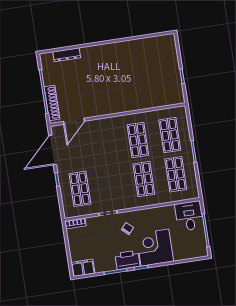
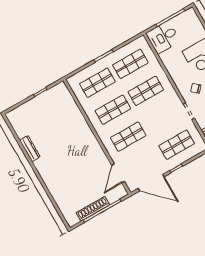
dresser: (67, 55) -> (30, 148), moved
shoe rack: (52, 103) -> (93, 209), moved
door: (74, 121) -> (118, 173), swing flipped
shop shelf: (106, 145) -> (128, 137), added

